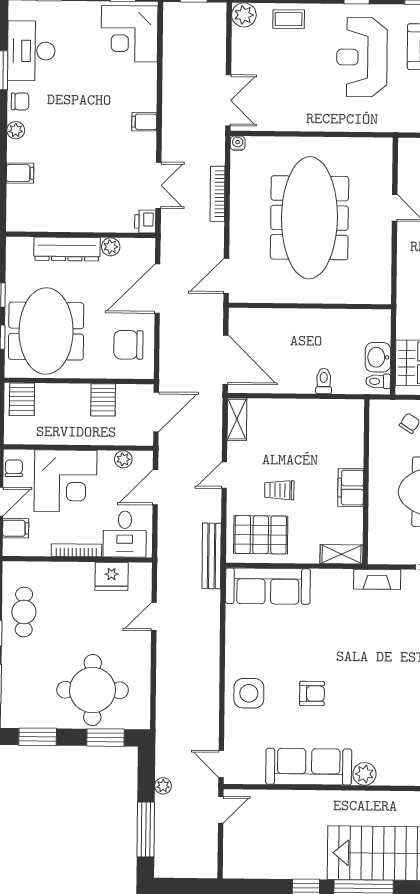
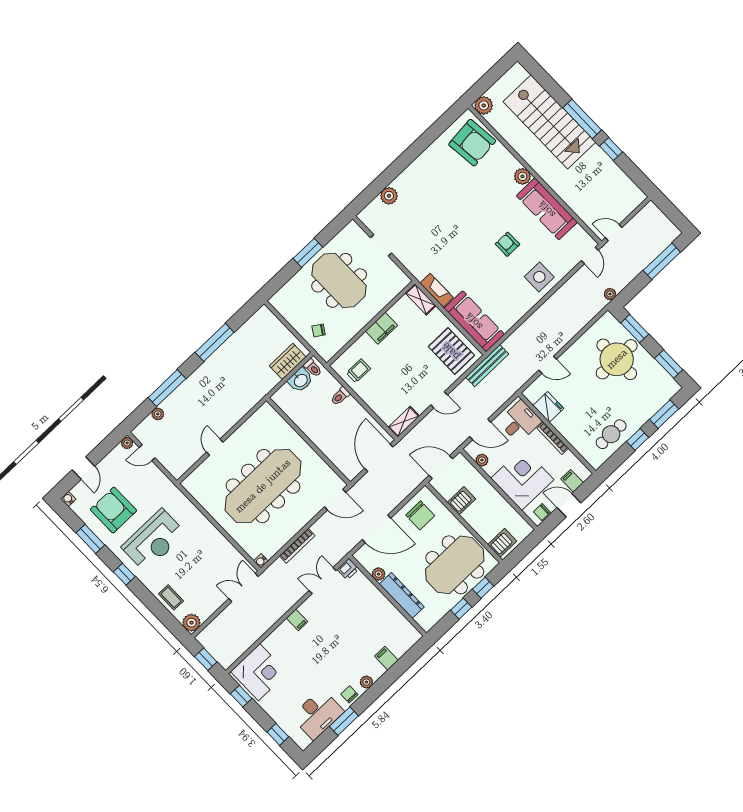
trolley: (279, 490) -> (358, 371), moved, turned -90
fireplace: (377, 579) -> (437, 290), moved
plant: (163, 786) -> (610, 294), moved

